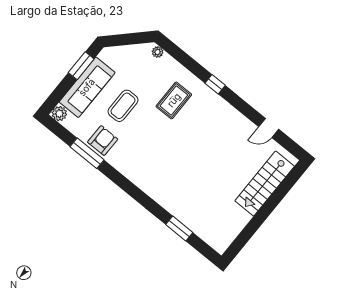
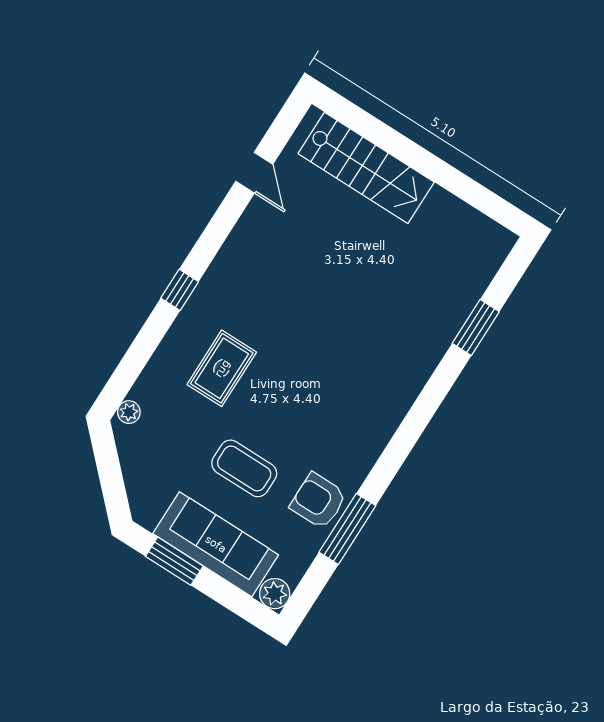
rug: (174, 100) -> (222, 368), turned 90

